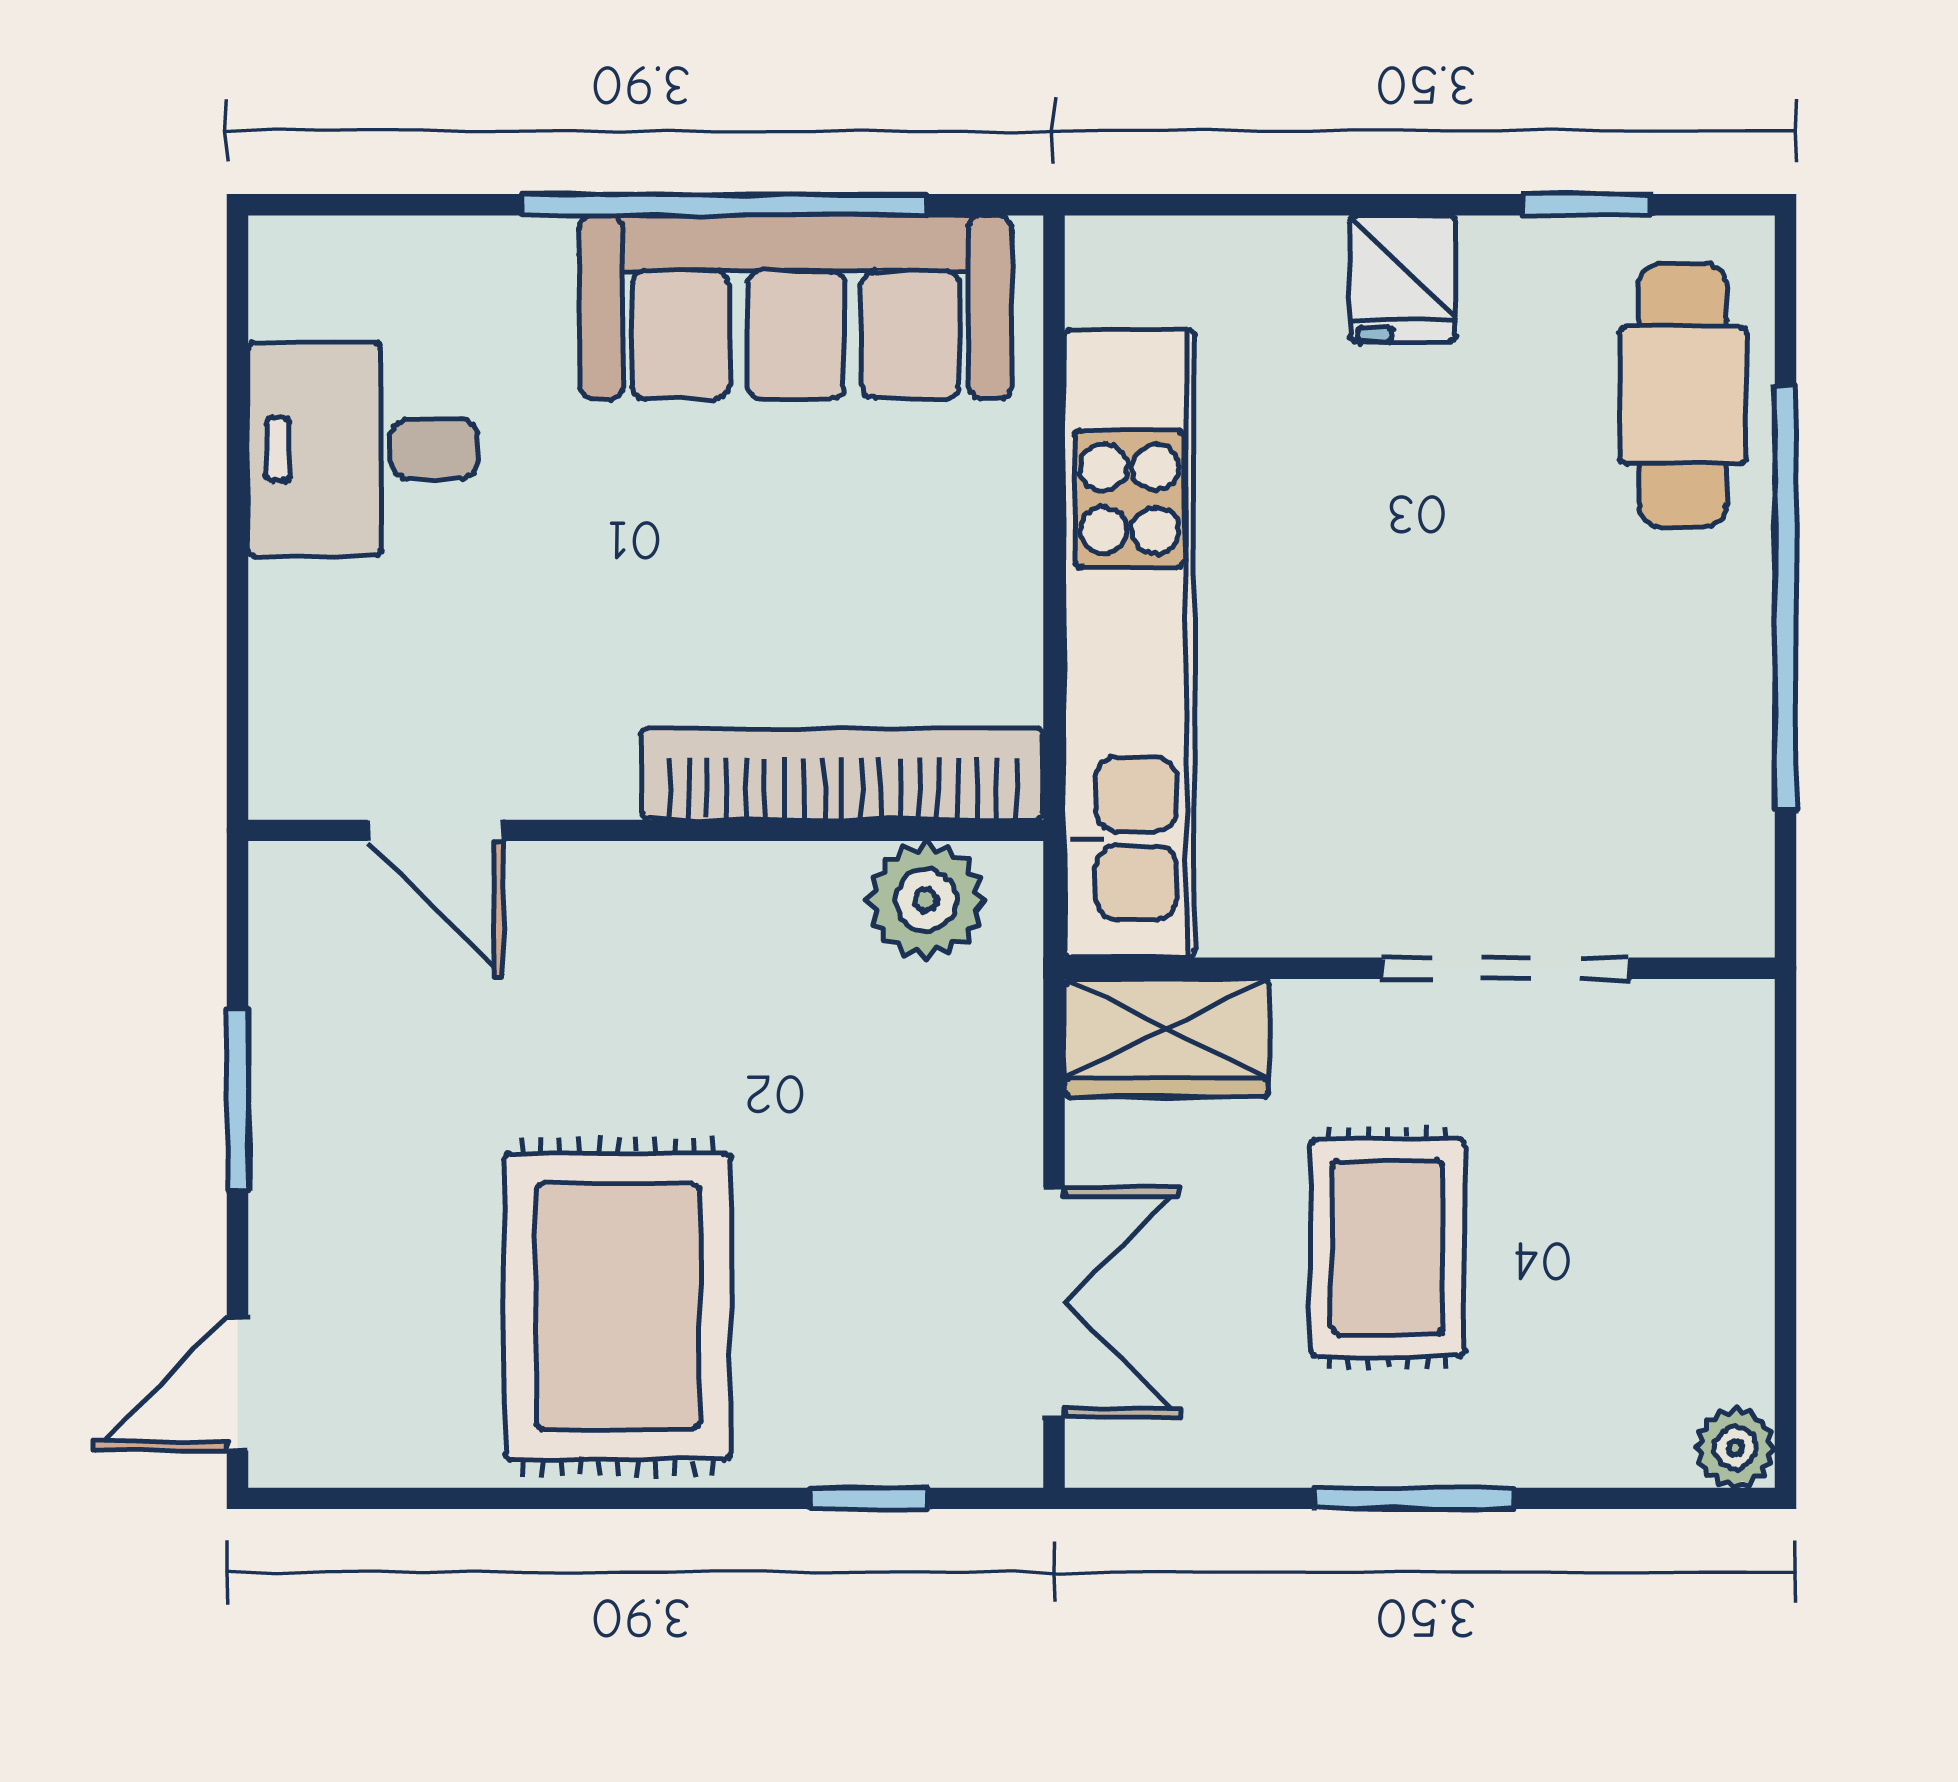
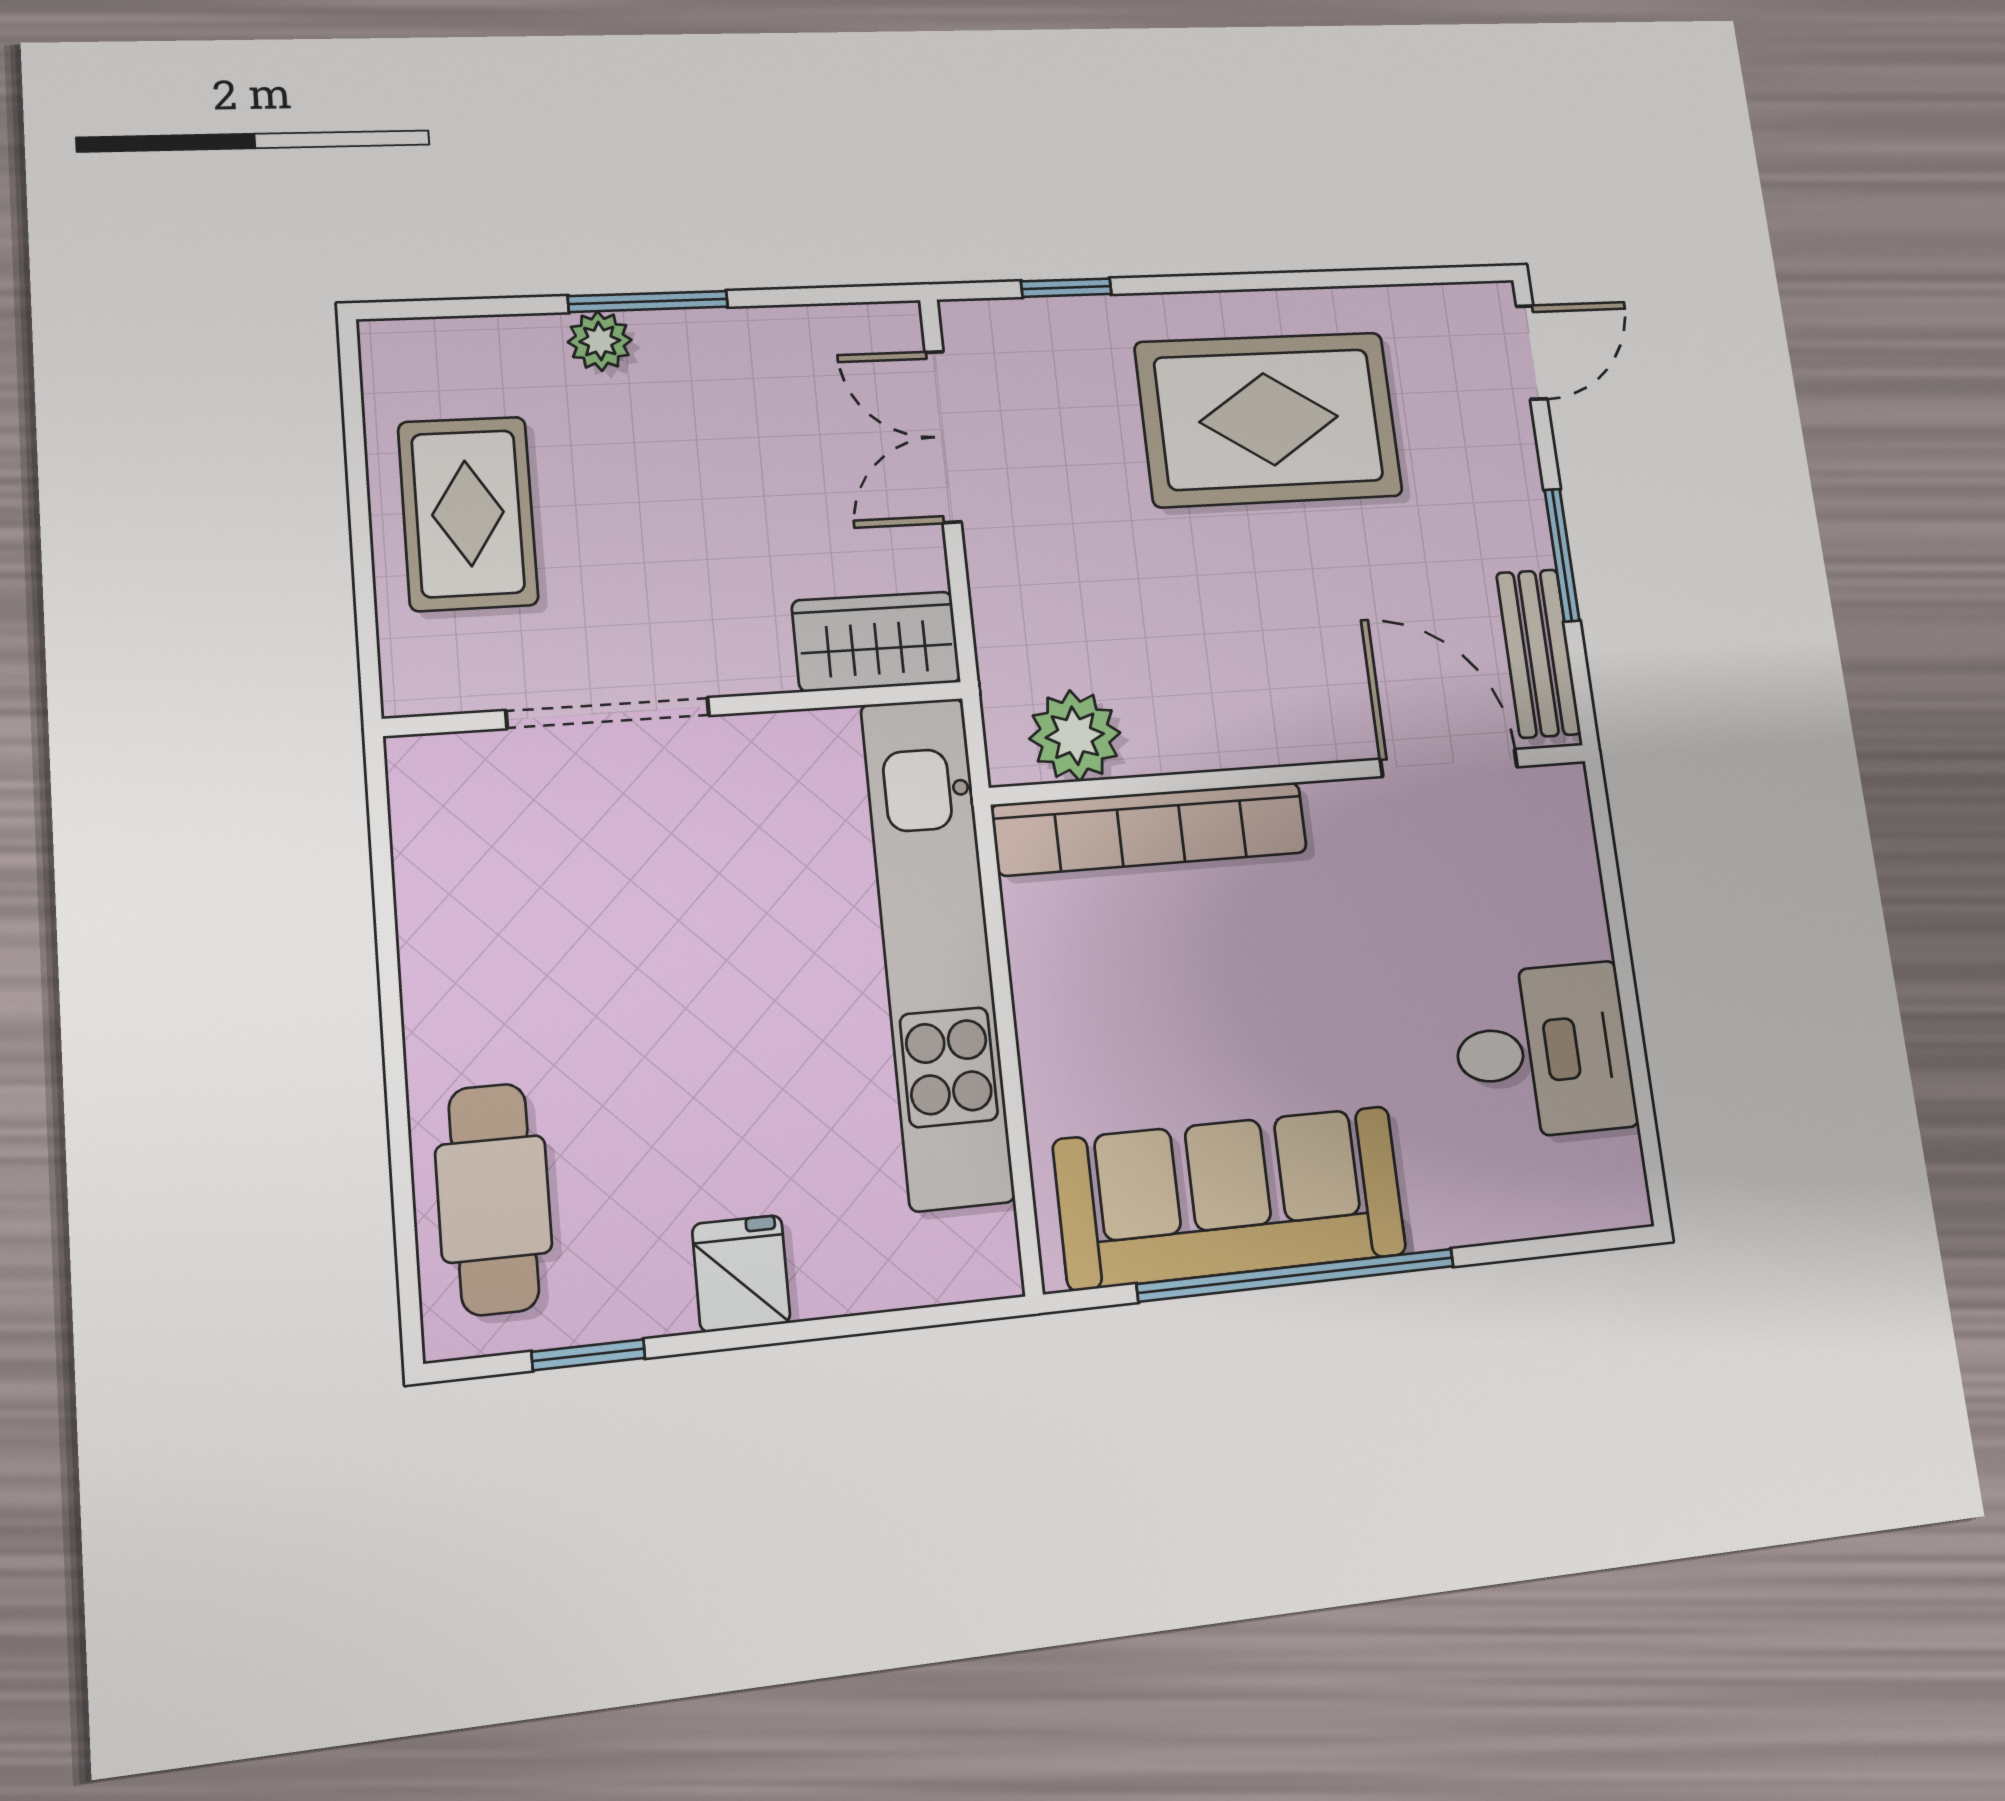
window: (1786, 598) -> (393, 1034), removed
door: (435, 830) -> (1449, 763), width x1.38
bench: (291, 968) -> (1538, 653), added
rug: (1388, 1247) -> (468, 513), moved
rug: (618, 1306) -> (1269, 419), turned 90
plant: (1735, 1448) -> (600, 341), moved

